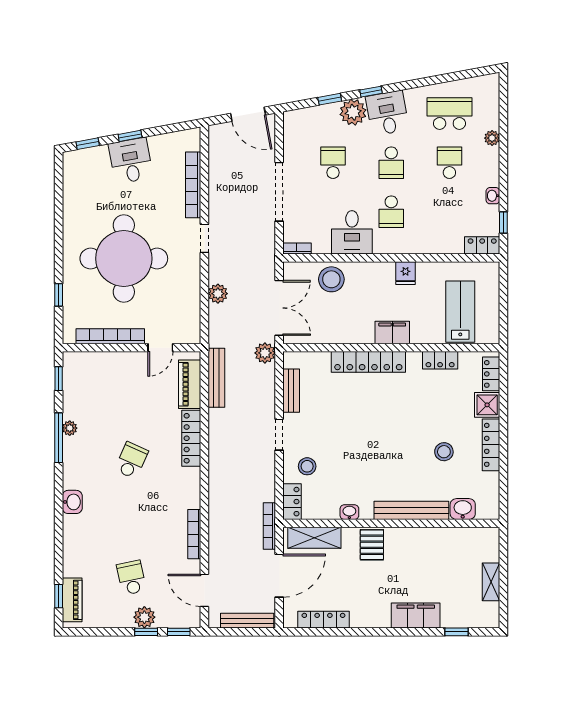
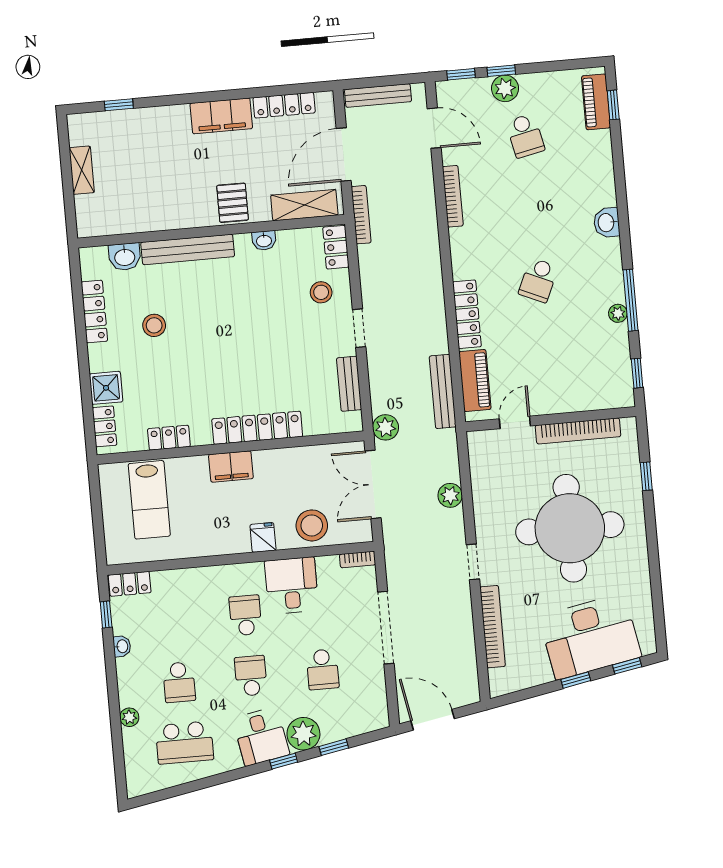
desk: (131, 161) -> (590, 637), width x1.87, depth x1.30
fridge: (406, 273) -> (263, 537), moved
locker: (491, 445) -> (94, 312), moved
filing cabinet: (416, 615) -> (221, 116), moved

